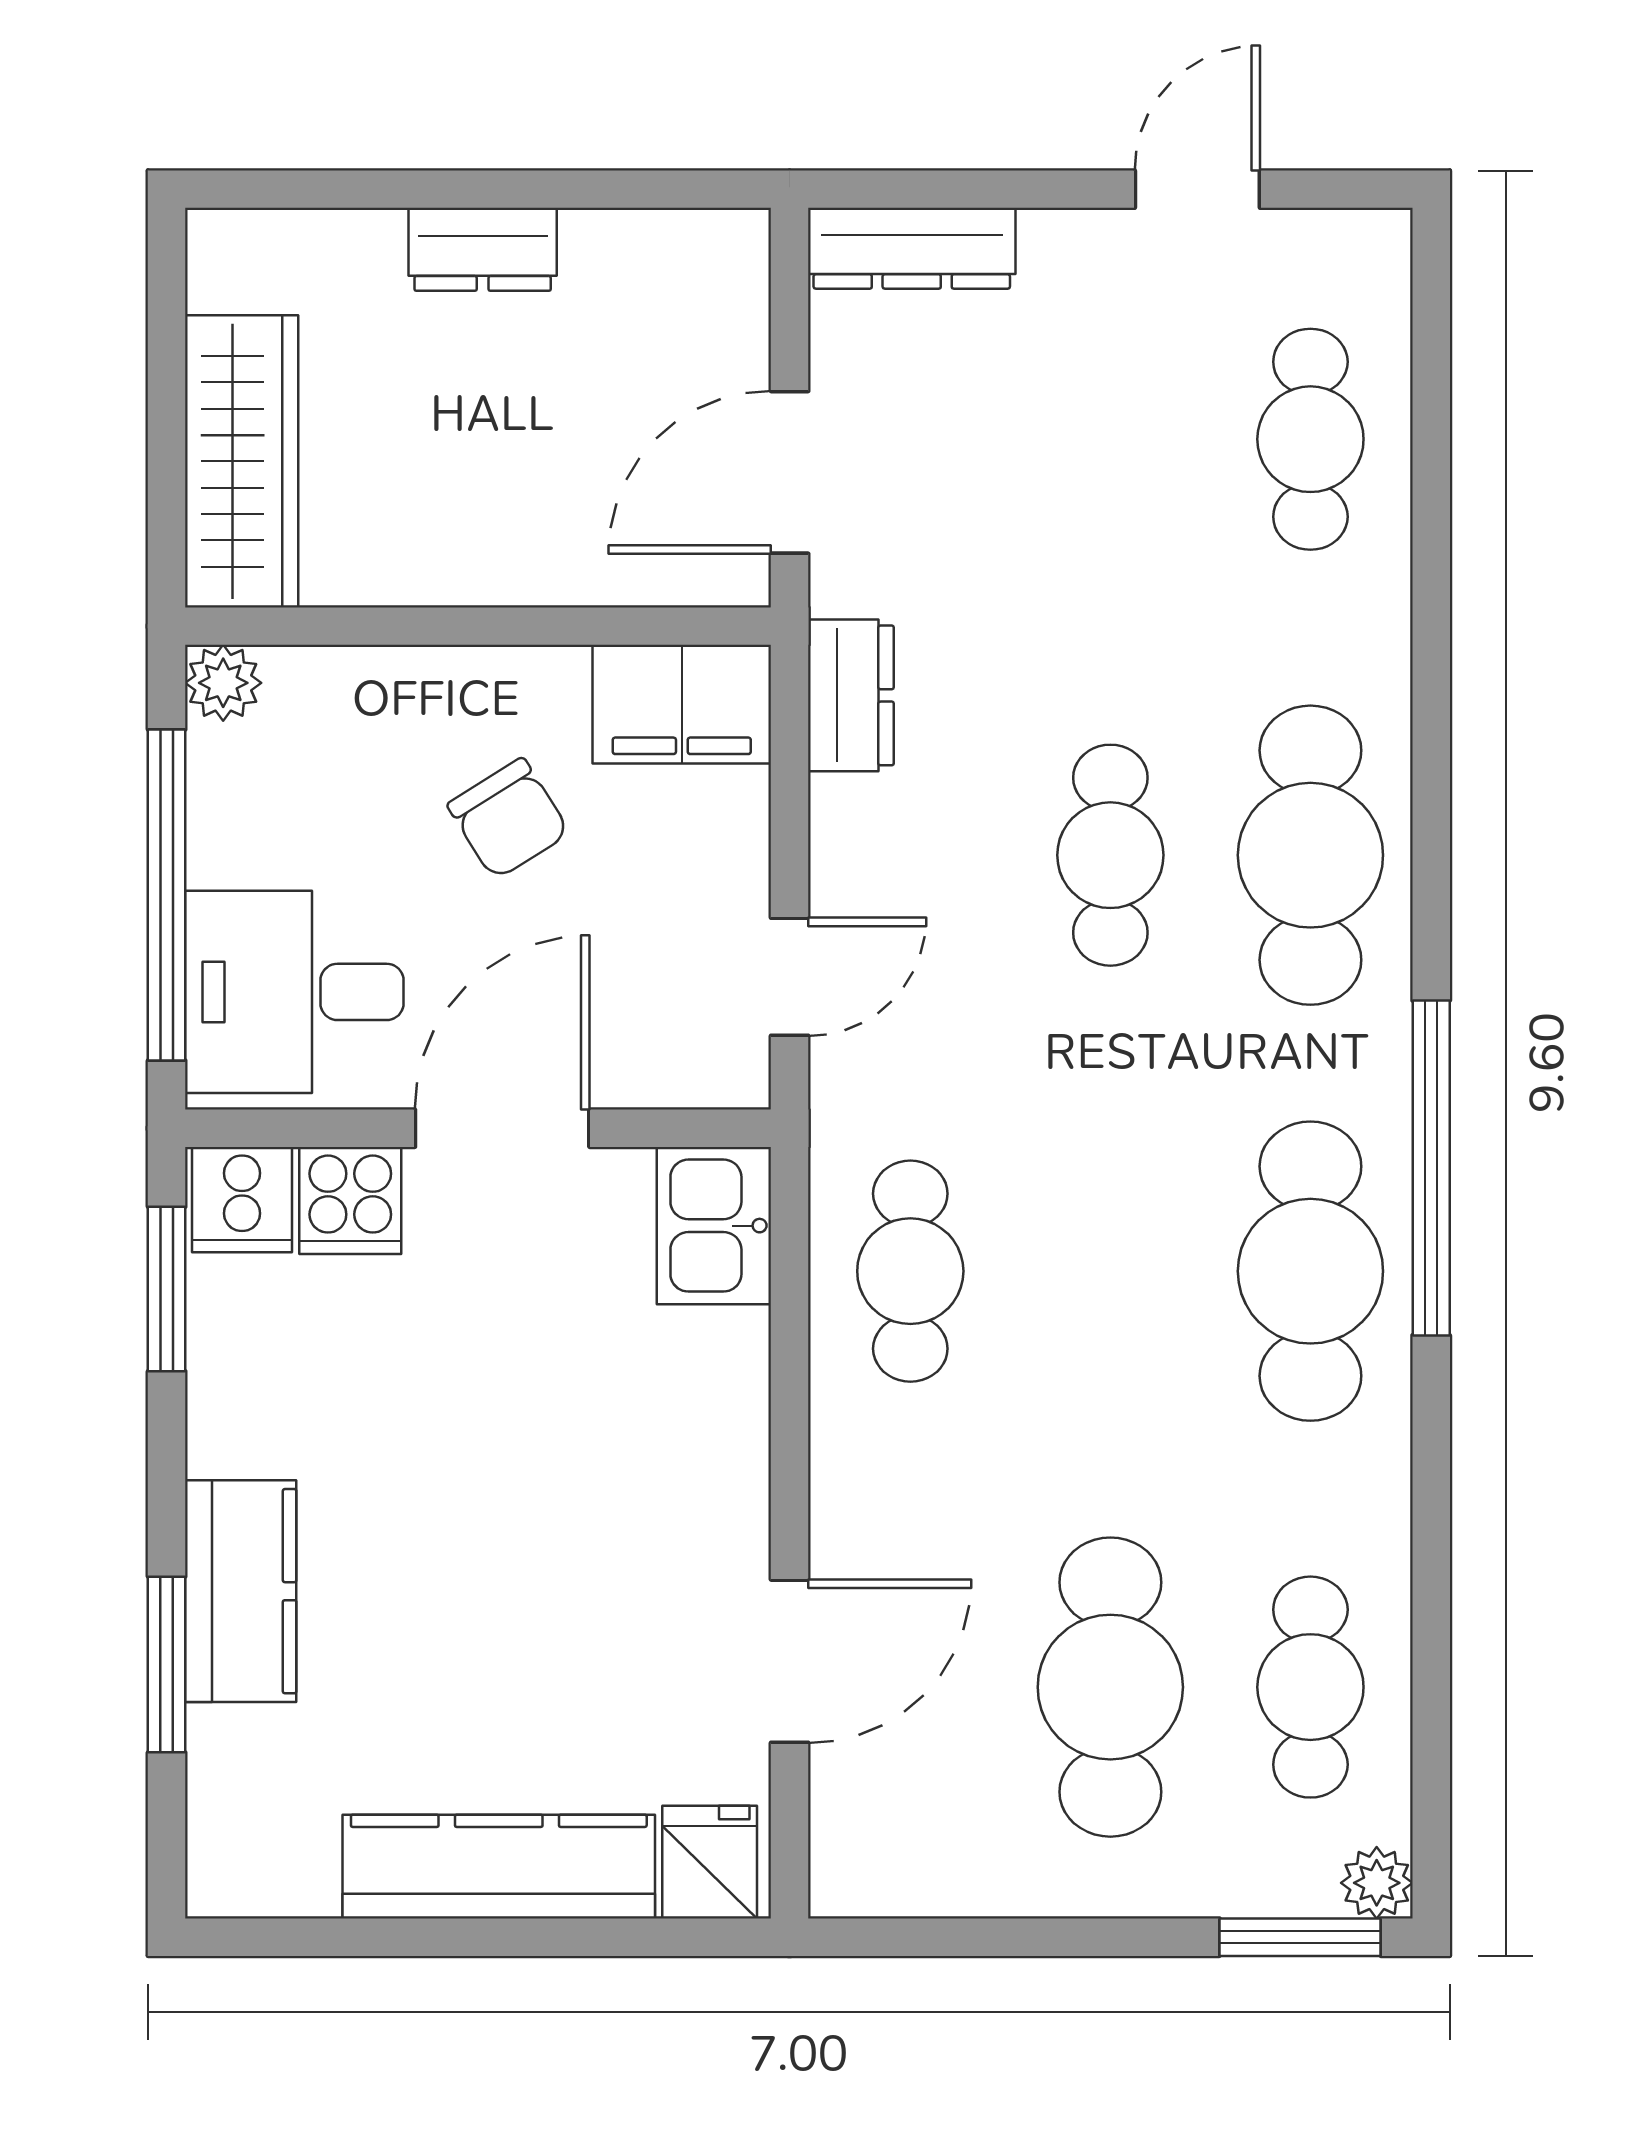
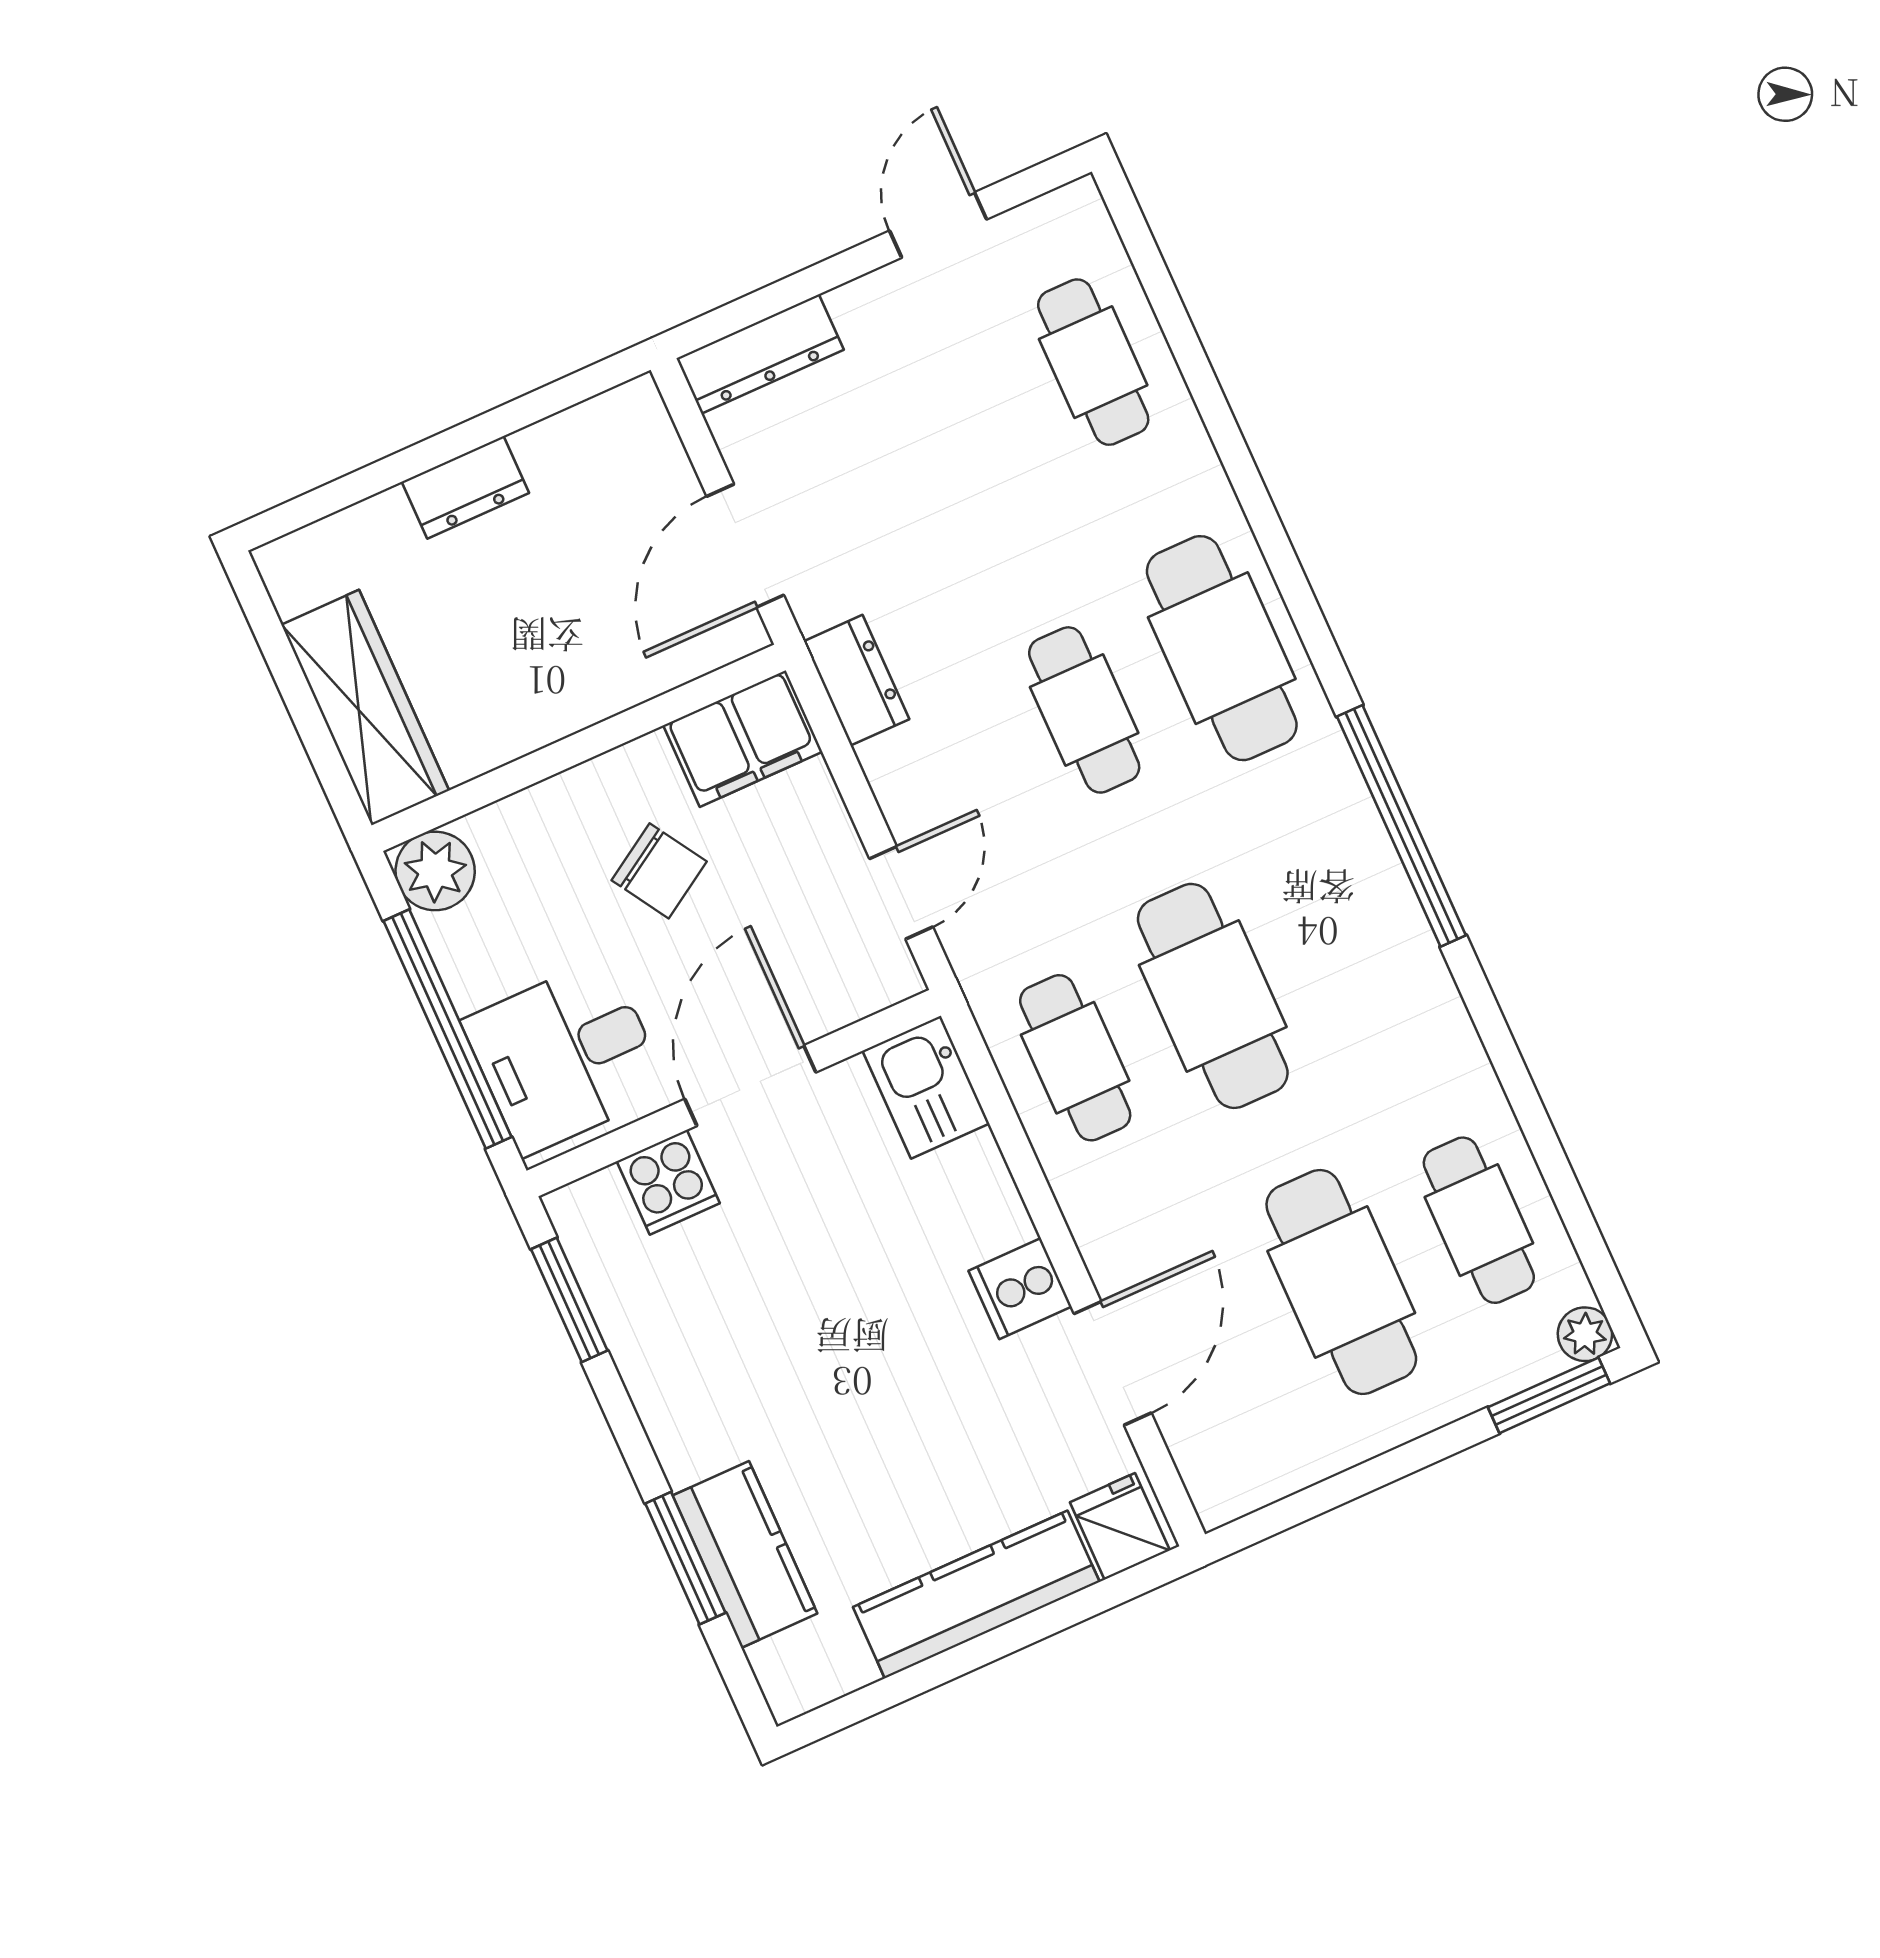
plant: (223, 683) -> (435, 871), width x1.38, depth x1.38
cooker: (242, 1200) -> (1020, 1289), moved, turned 90
cafe table: (1310, 1271) -> (1213, 996), moved
kitchen counter: (241, 1591) -> (745, 1554), moved

